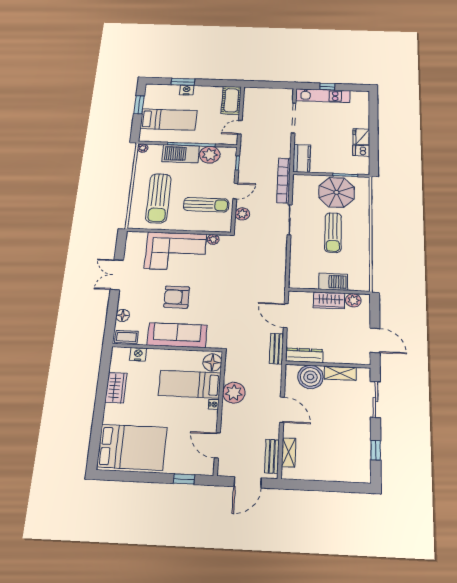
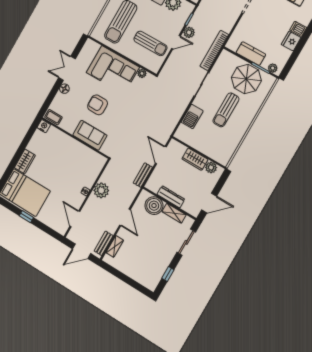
dishwasher: (361, 151) -> (298, 29), moved
kitchen counter: (302, 158) -> (251, 54), moved, turned -90
plant: (358, 170) -> (273, 68), added
plant: (242, 214) -> (189, 32), moved
barbecue: (333, 282) -> (192, 116), moved, turned 90
floor lamp: (123, 315) -> (64, 89), moved
sofa: (177, 335) -> (90, 135), width x0.73
door: (375, 340) -> (209, 203), hinge flipped
nightstand: (138, 354) -> (44, 126), moved
dresser: (304, 355) -> (171, 197), moved
floor lamp: (212, 362) -> (98, 163), removed
bed: (190, 384) -> (77, 170), removed
wardrobe: (116, 388) -> (25, 161), moved
window: (184, 479) -> (26, 217), moved

